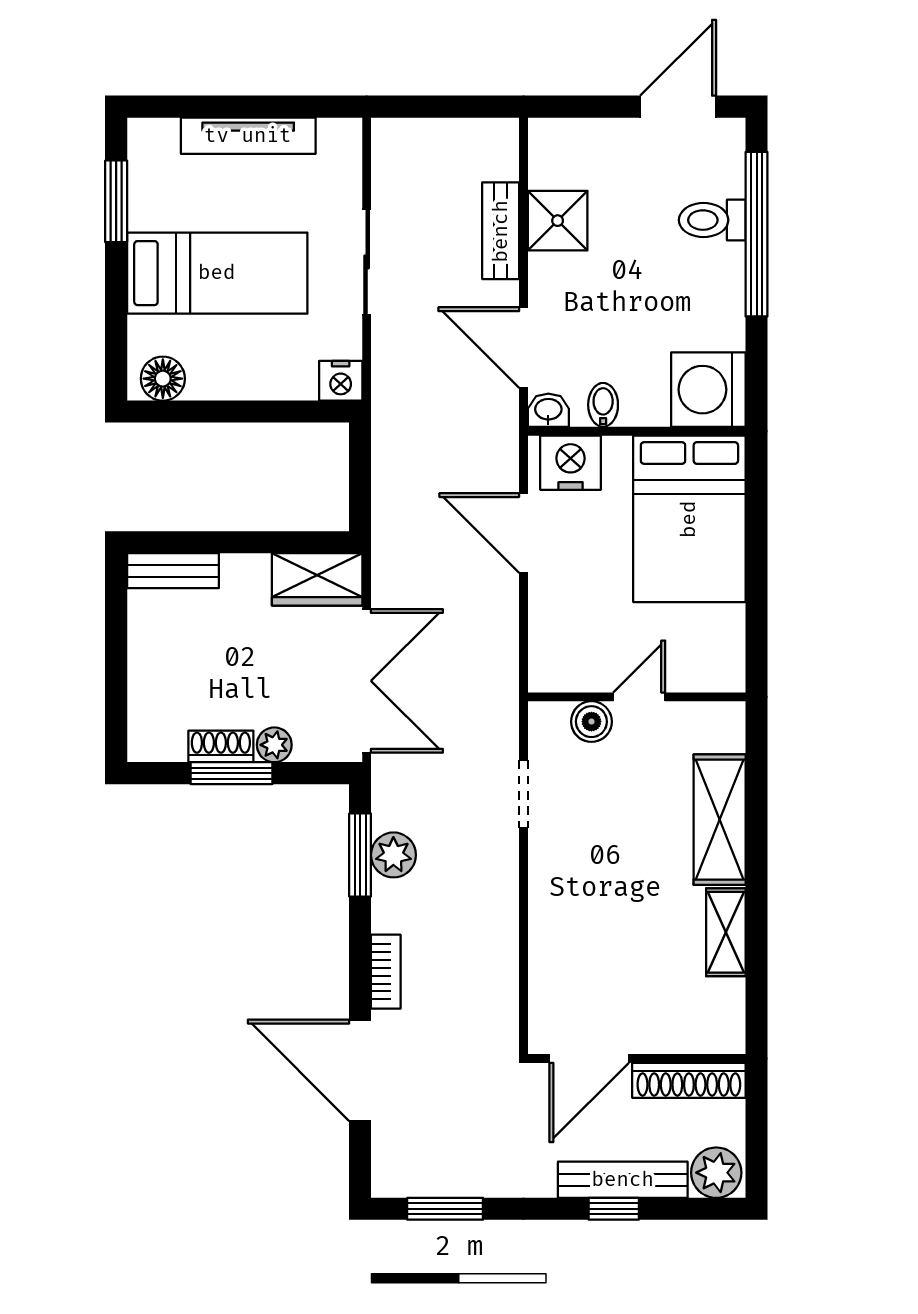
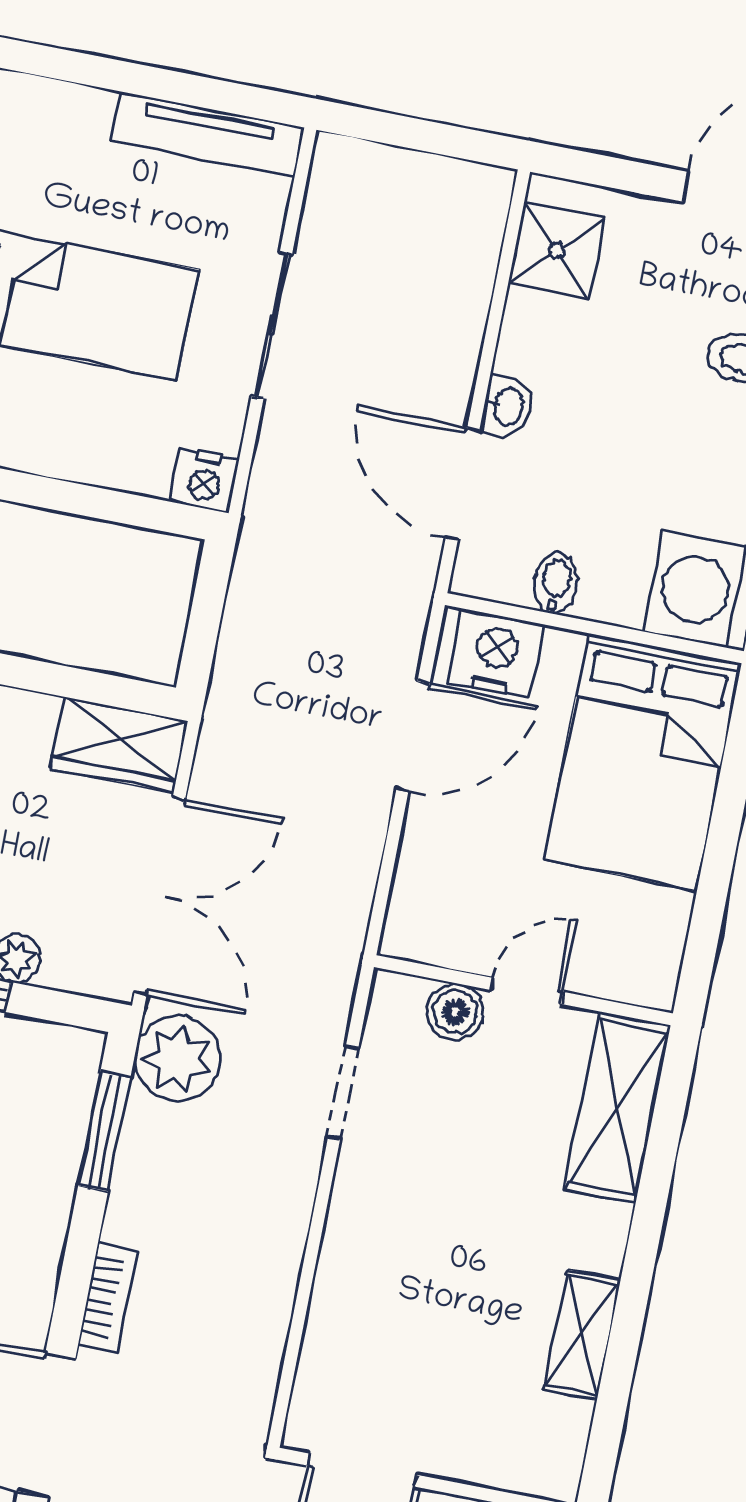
tv unit: (248, 136) -> (208, 134), moved
shower: (558, 221) -> (557, 250), moved
bench: (501, 231) -> (463, 319), removed
washbasin: (548, 410) -> (507, 406), moved, turned 90
door: (523, 533) -> (413, 737), swing flipped
shelving: (720, 820) -> (618, 1107), moved
plant: (393, 855) -> (177, 1059), moved, width x1.36, depth x1.36

